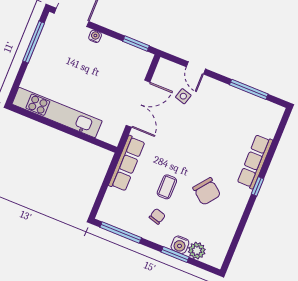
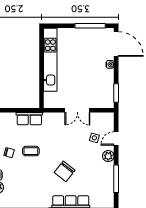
plant: (215, 88) -> (108, 156), added
double door: (138, 104) -> (77, 110), width x0.73
row of seats: (127, 163) -> (29, 119), width x0.68
chair: (207, 191) -> (65, 171), moved

